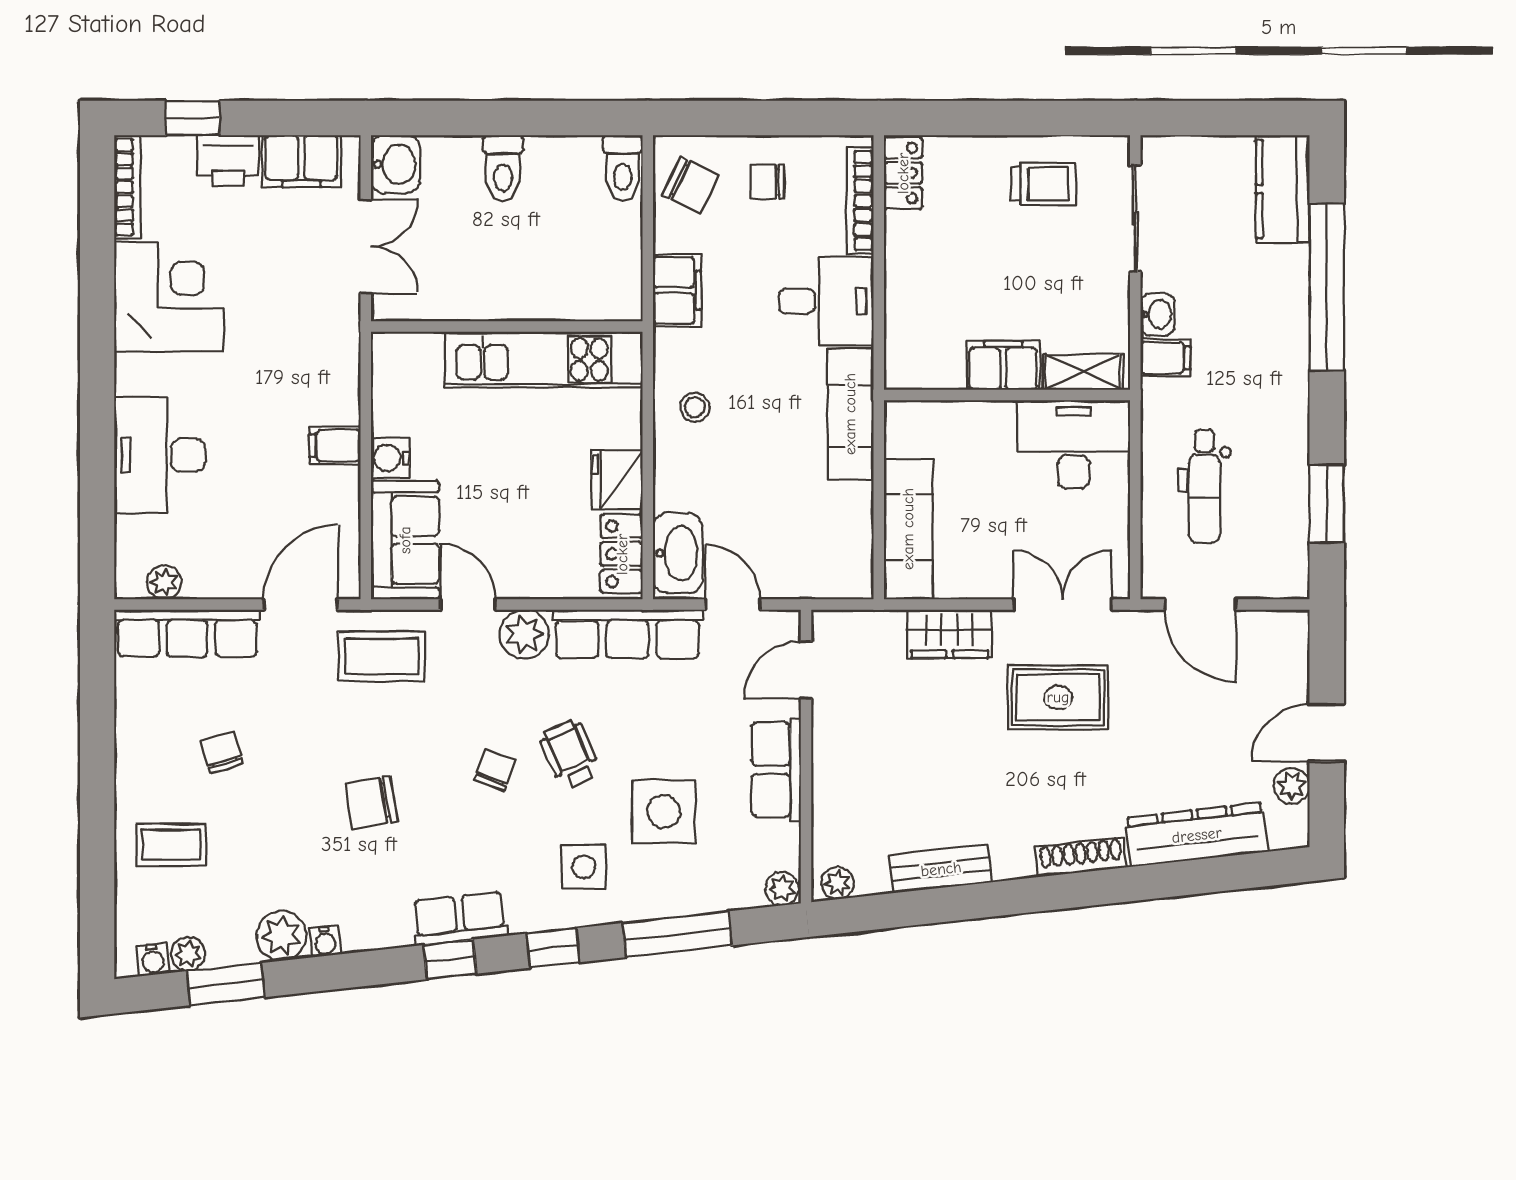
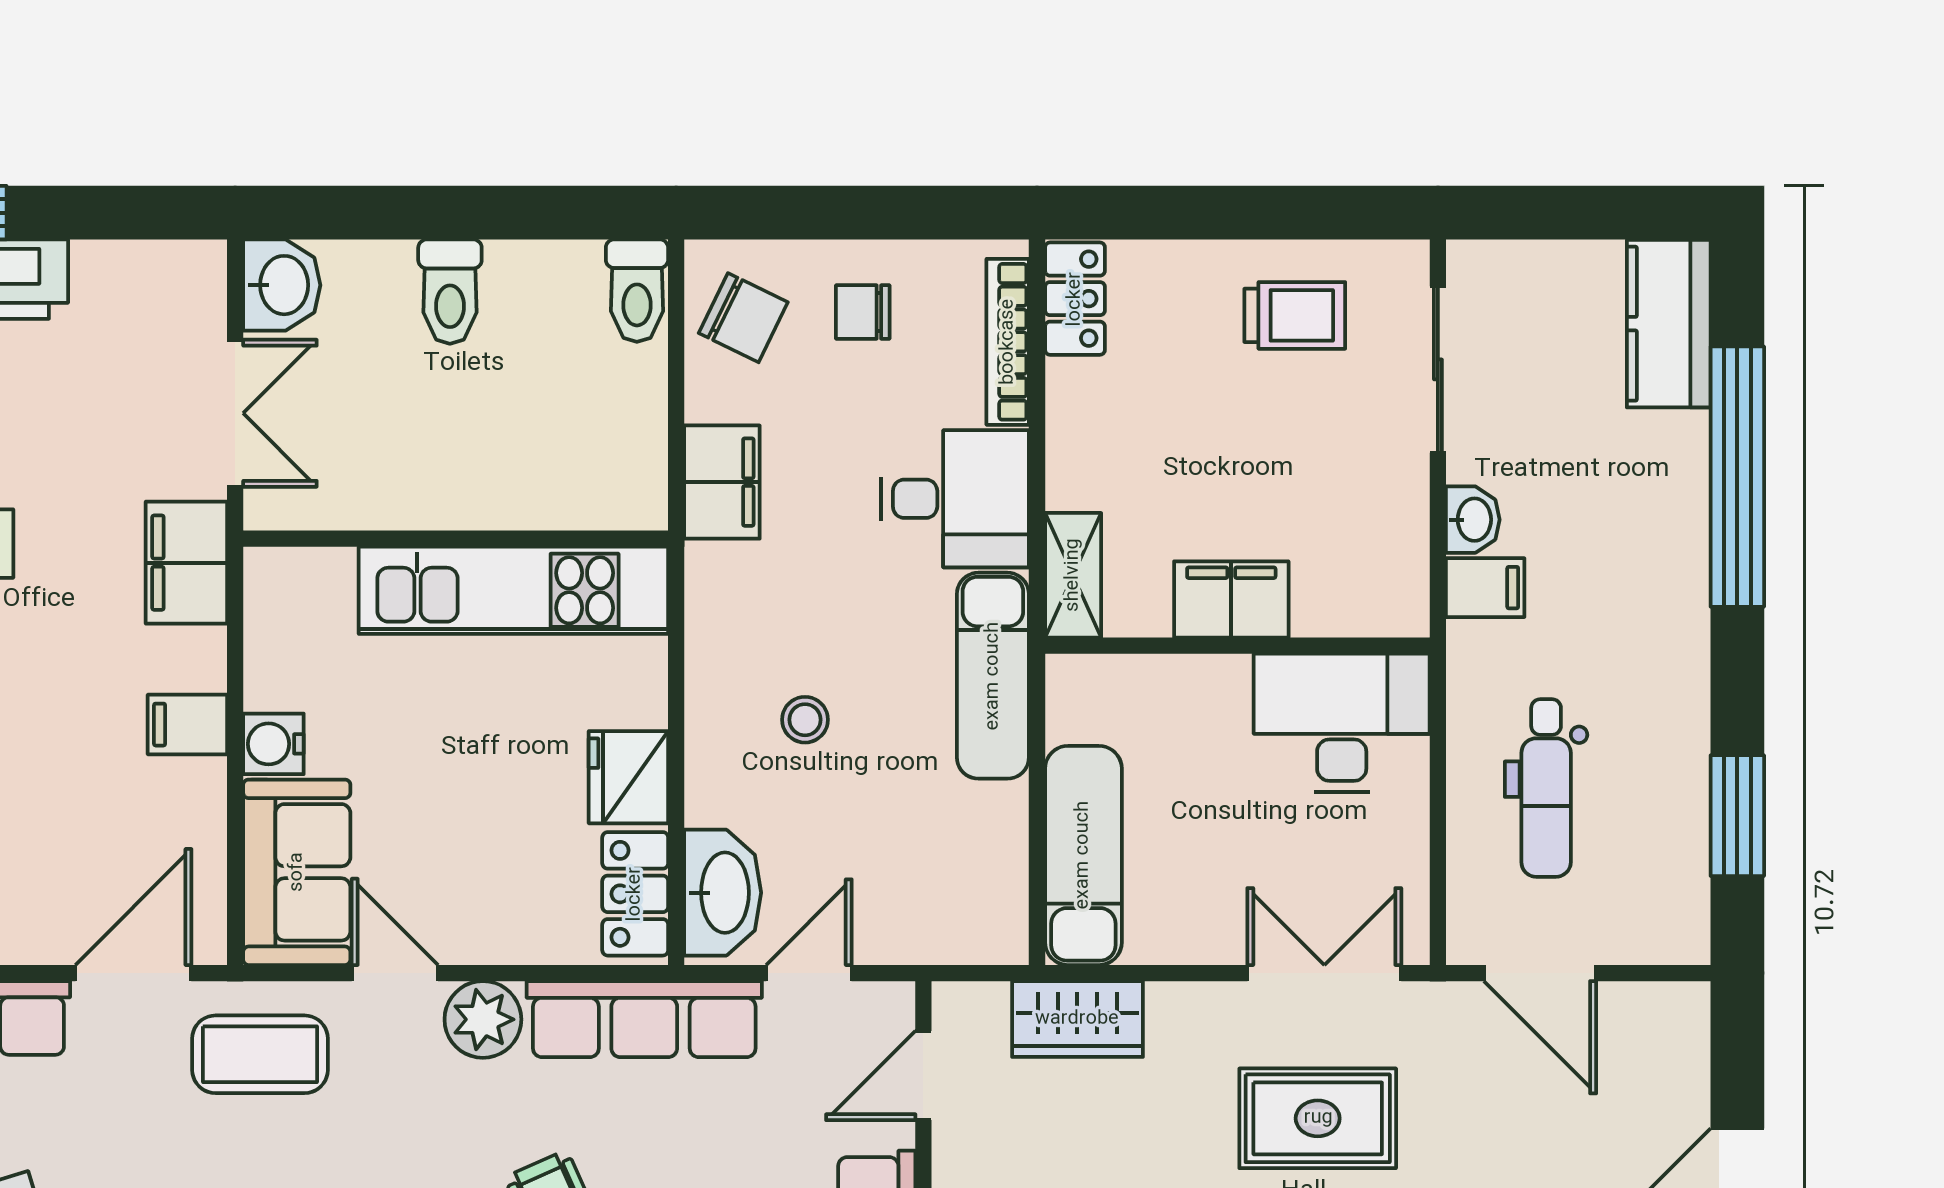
filing cabinet: (301, 161) -> (186, 563), moved, turned 90
shelving: (1083, 372) -> (1073, 575), moved, turned 90
stool: (695, 407) -> (805, 720), moved
door: (733, 604) -> (809, 973), hinge flipped
wardrobe: (950, 634) -> (1077, 1019), moved

